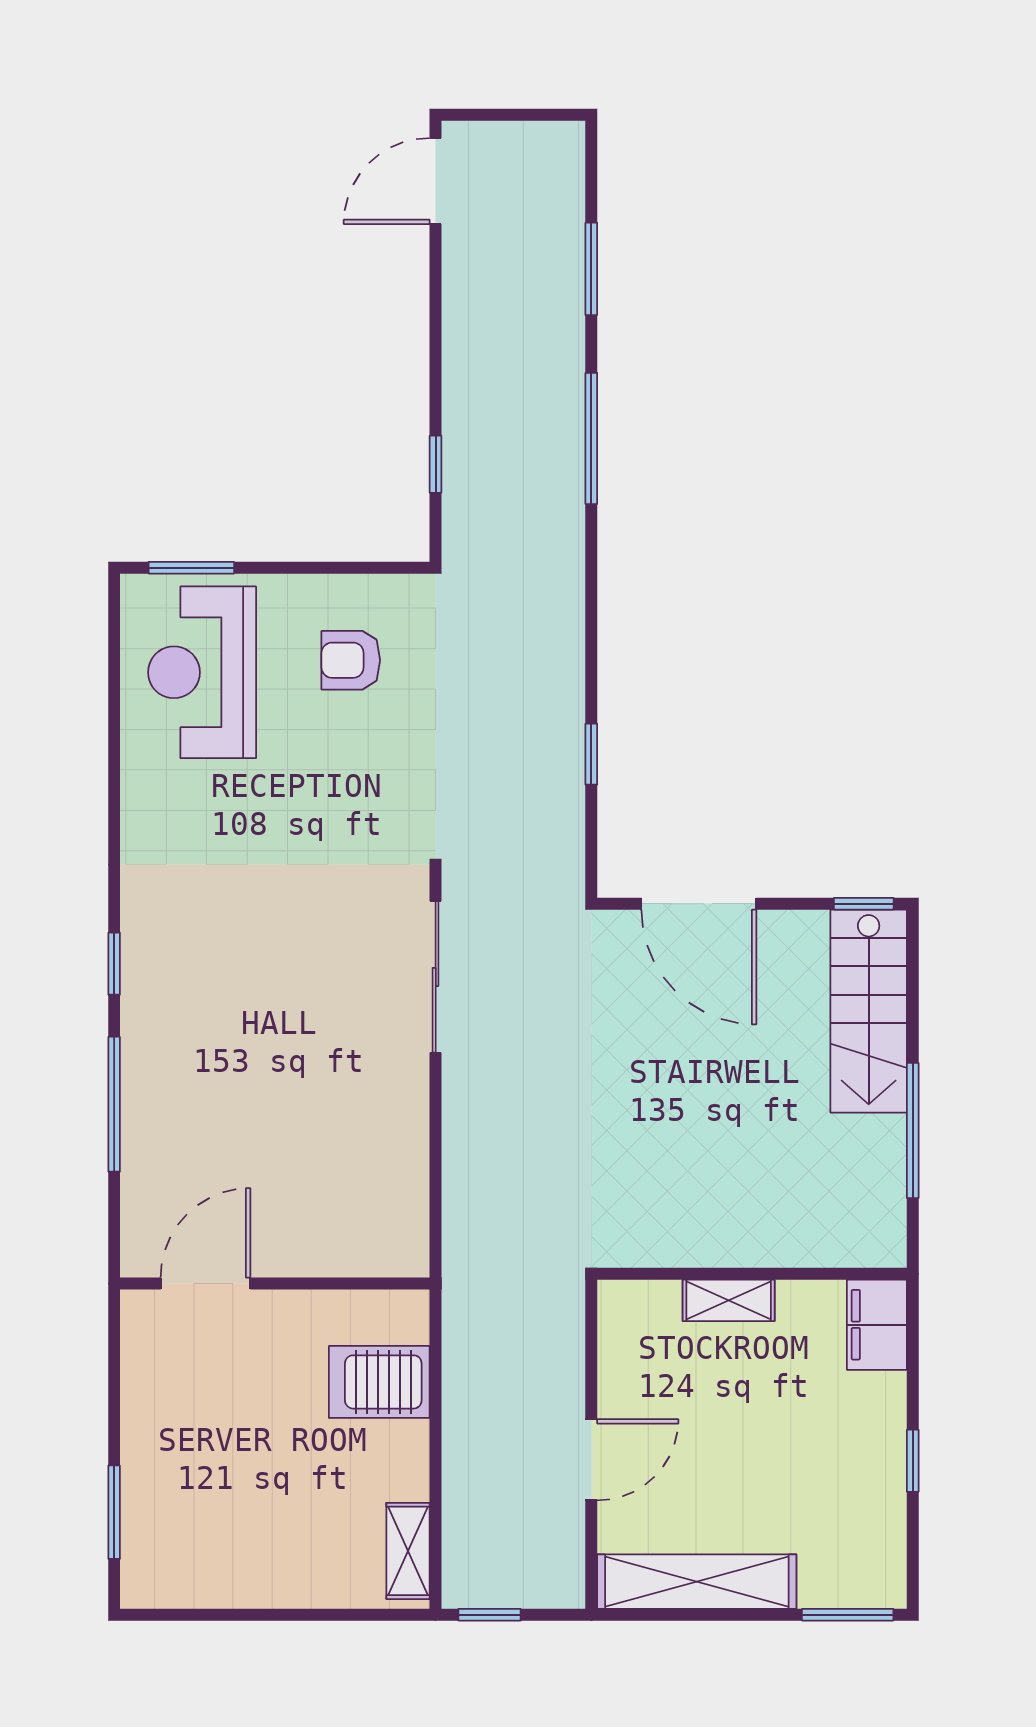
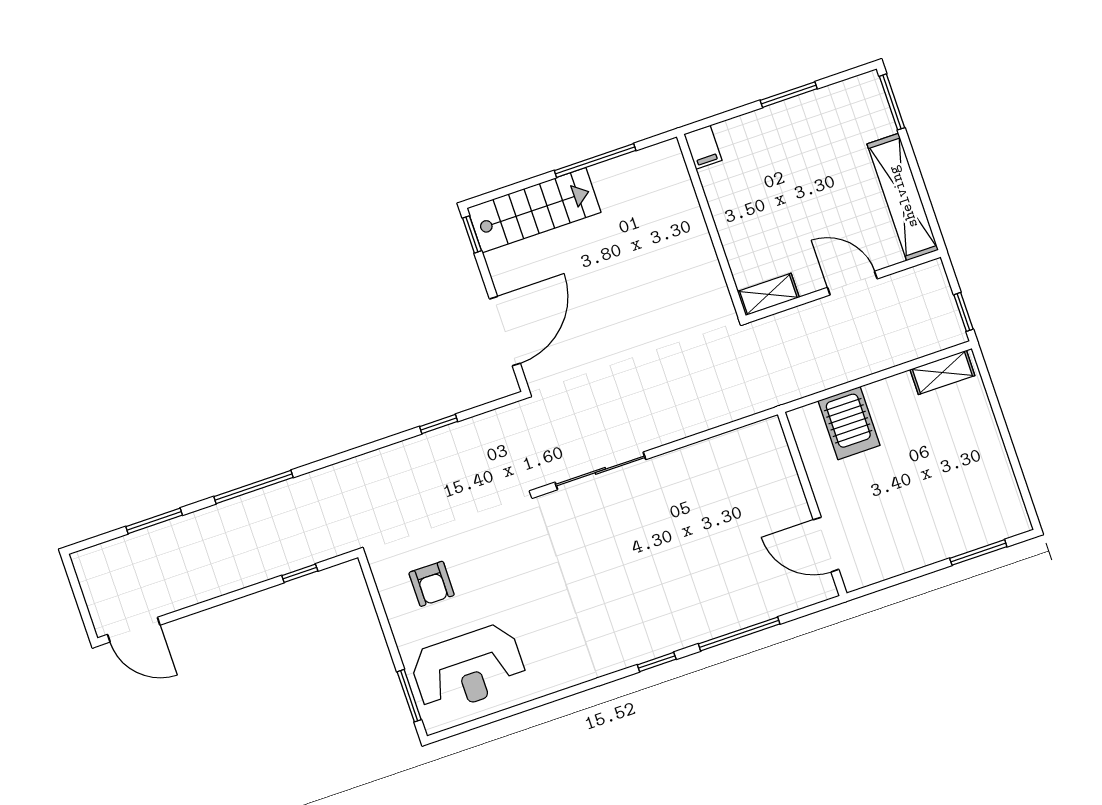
shelving: (729, 1300) -> (768, 294), moved, turned 90
filing cabinet: (877, 1325) -> (703, 147), width x0.50
window: (913, 1461) -> (789, 95), width x1.50

